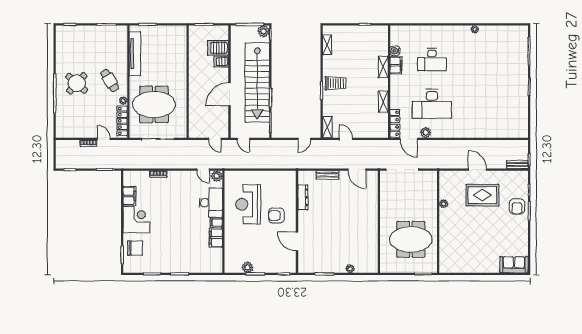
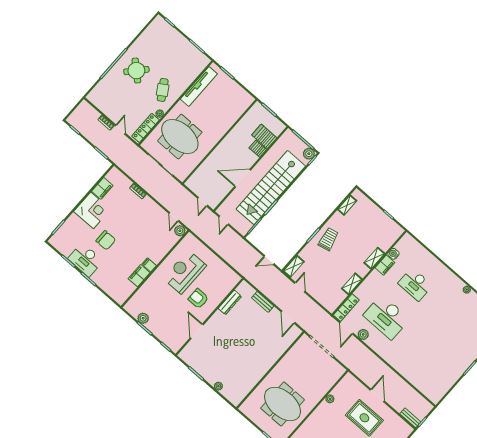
trolley: (336, 83) -> (328, 239), turned -103
desk: (211, 203) -> (85, 260), moved, turned 90
chair: (135, 248) -> (106, 240), moved

